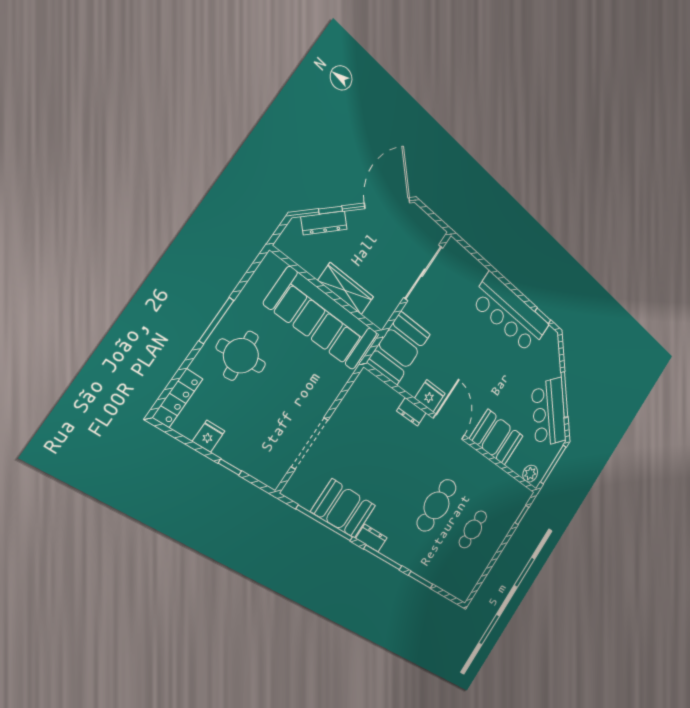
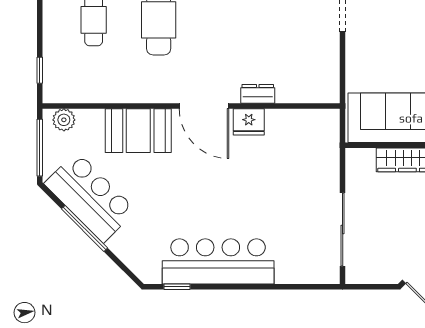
booth: (399, 348) -> (316, 144), removed

